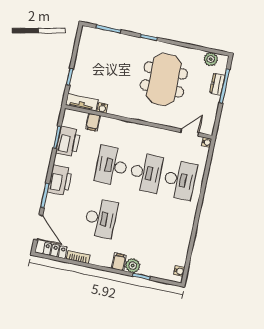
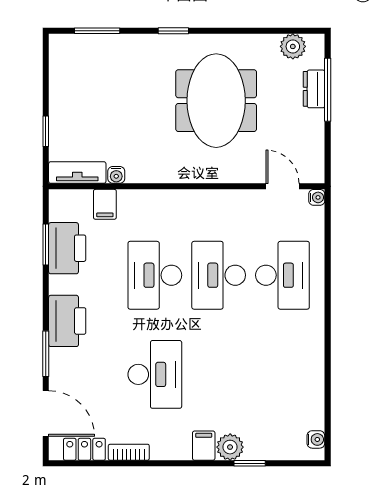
door: (190, 132) -> (283, 186), hinge flipped
desk: (146, 173) -> (219, 275), turned 180

